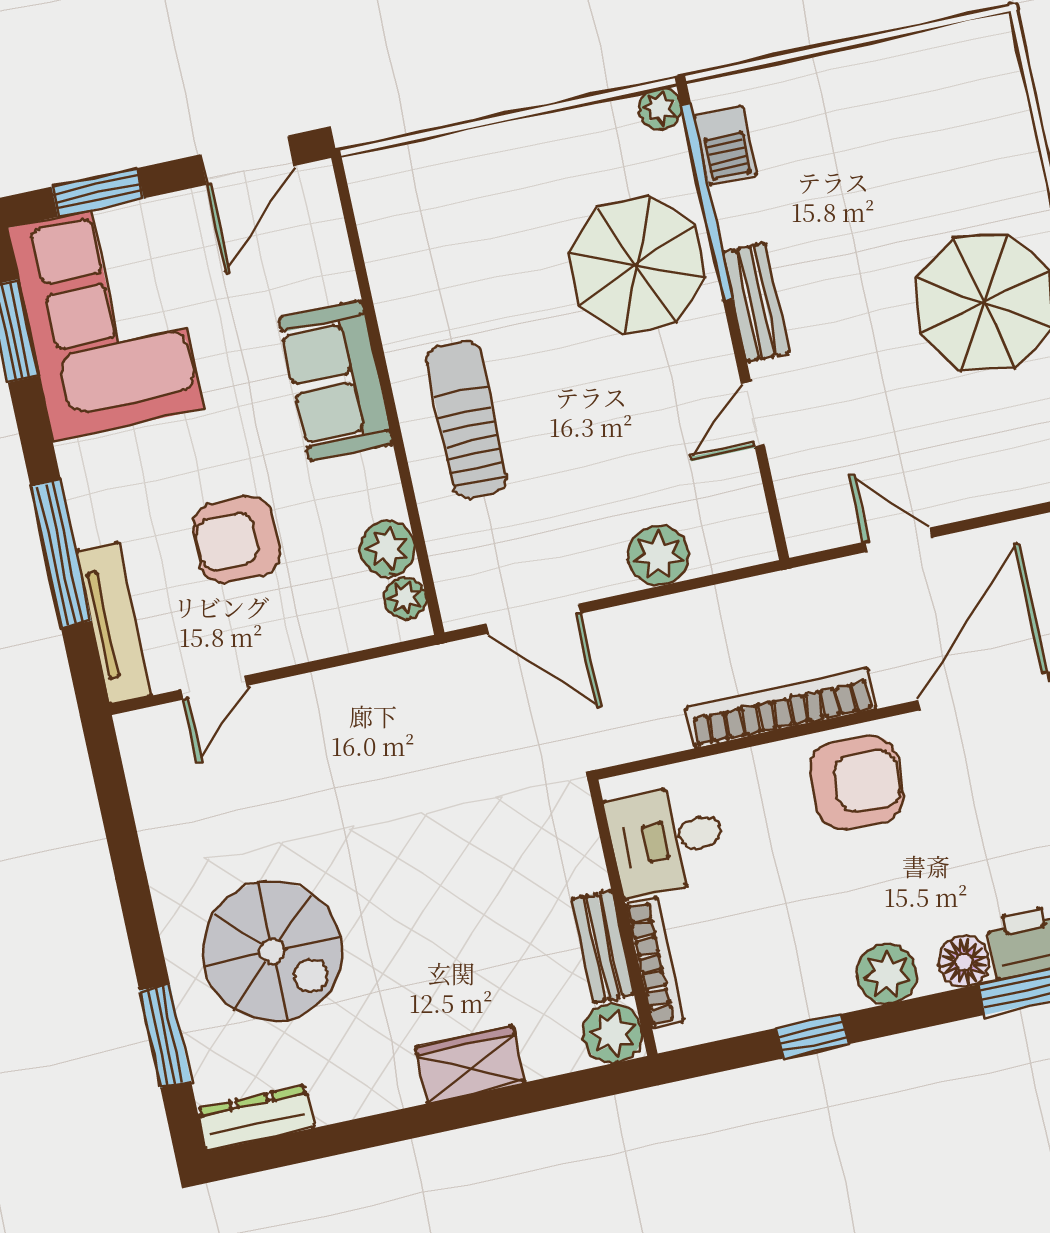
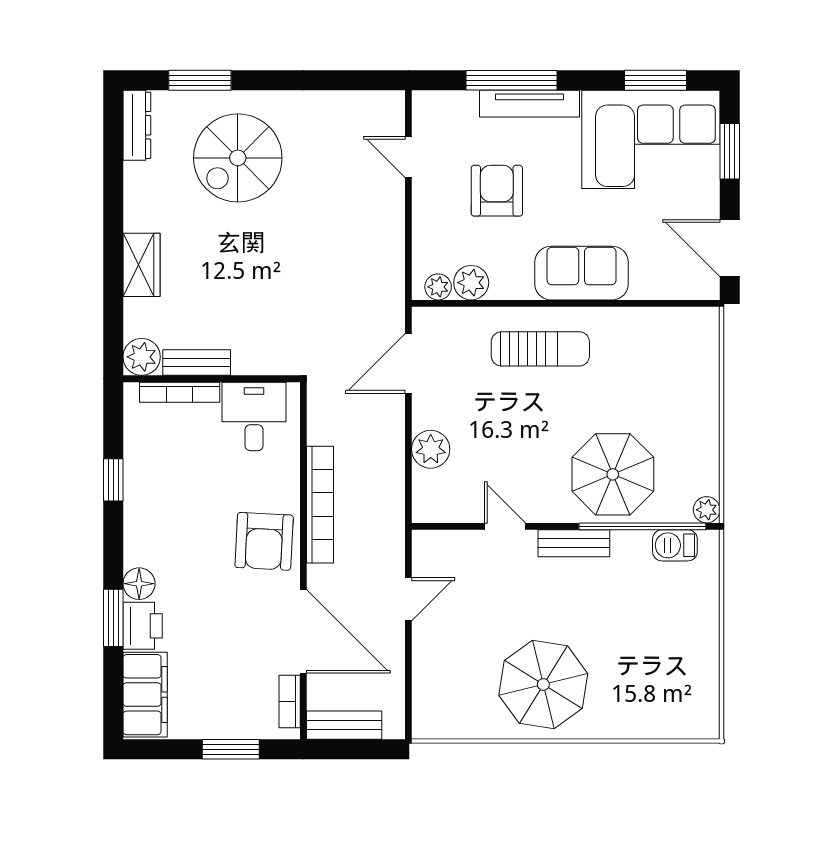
tv unit: (114, 623) -> (529, 104), moved
plant: (887, 974) -> (142, 534), removed

